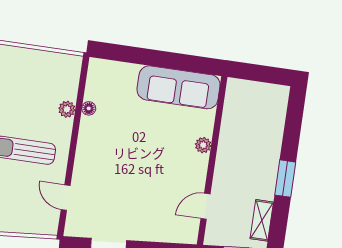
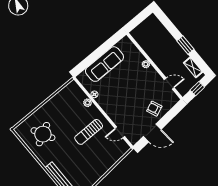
sofa: (179, 87) -> (104, 64), moved
door: (205, 206) -> (169, 84), swing flipped
armchair: (148, 217) -> (154, 109), added

